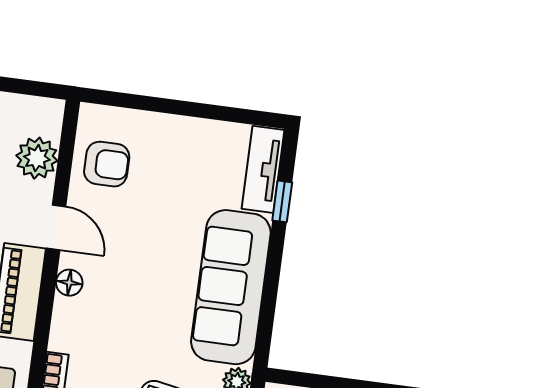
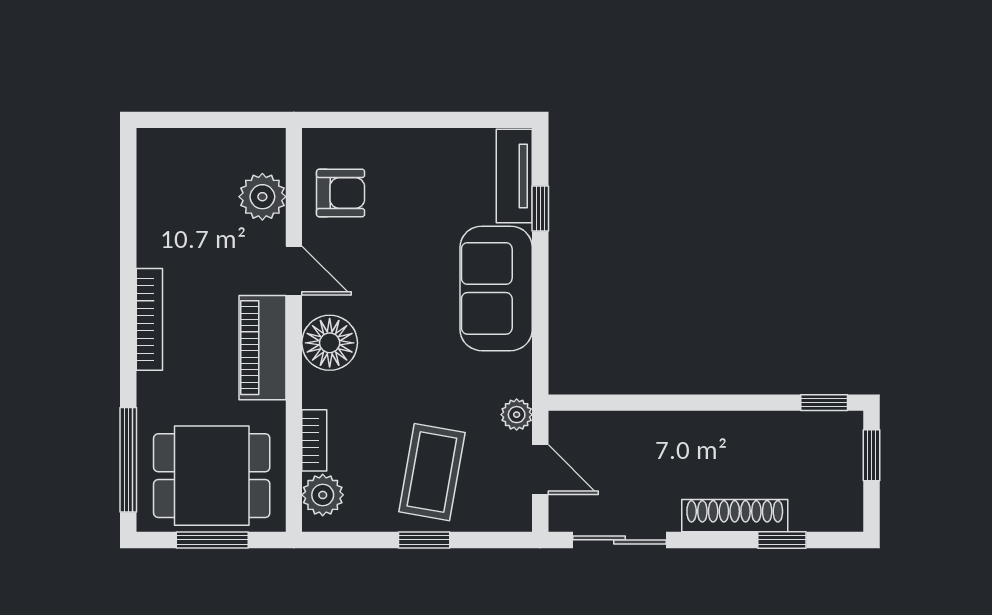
floor lamp: (69, 283) -> (330, 343), width x1.89, depth x1.89
sofa: (231, 287) -> (496, 288), width x0.73

